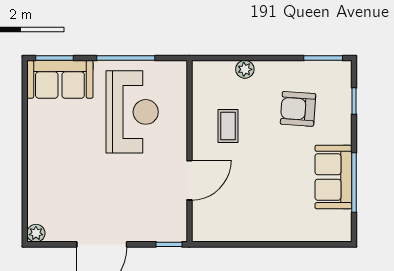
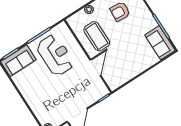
coffee table: (228, 126) -> (97, 36), width x1.86, depth x1.72
sofa: (333, 177) -> (160, 43), moved

